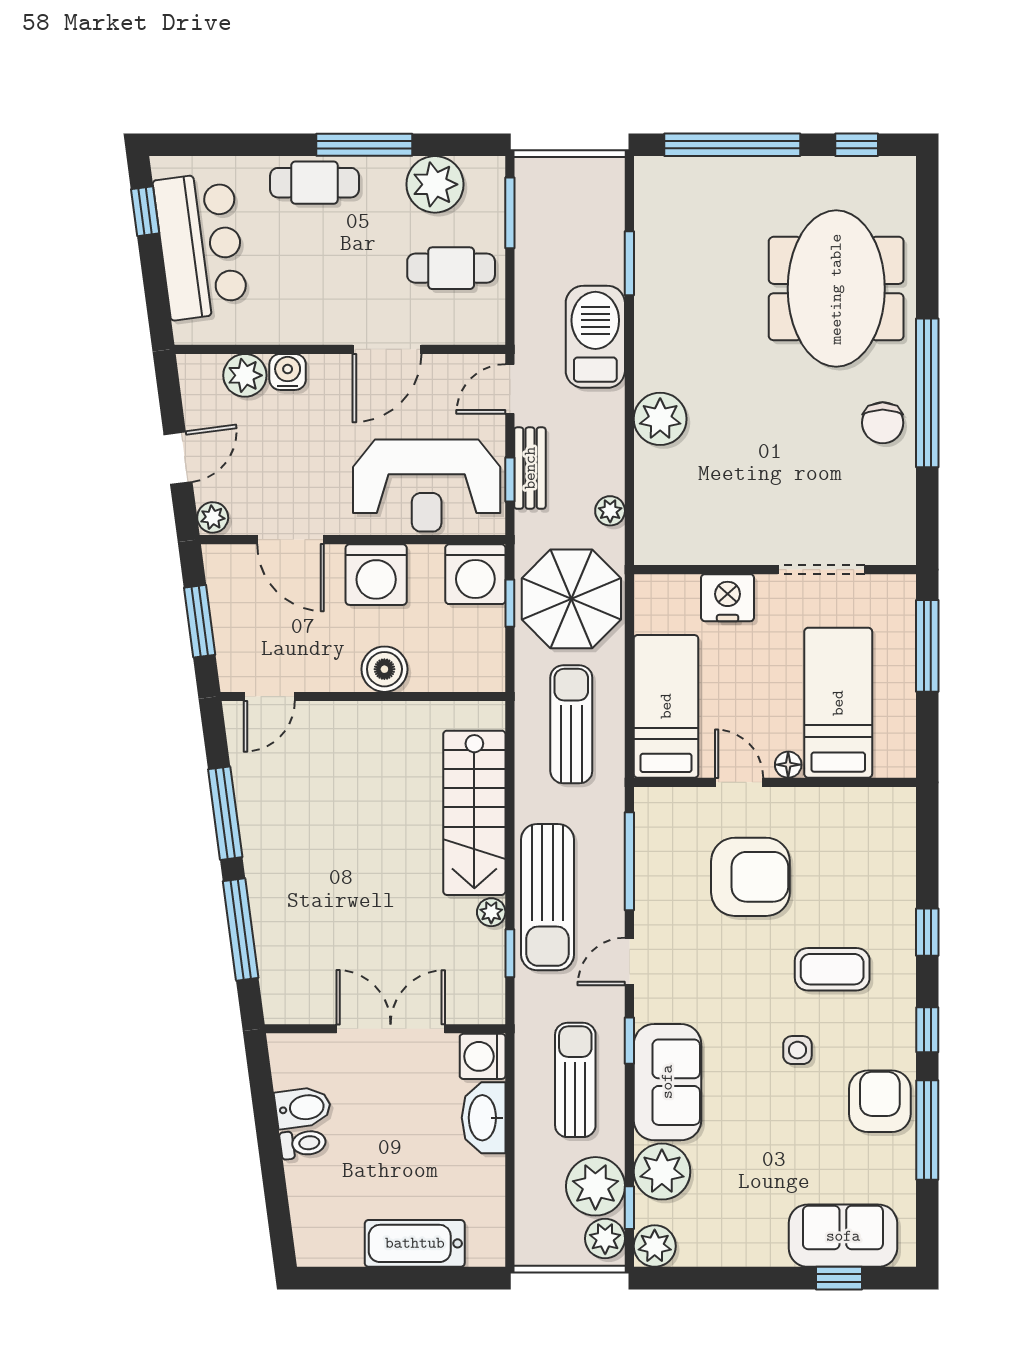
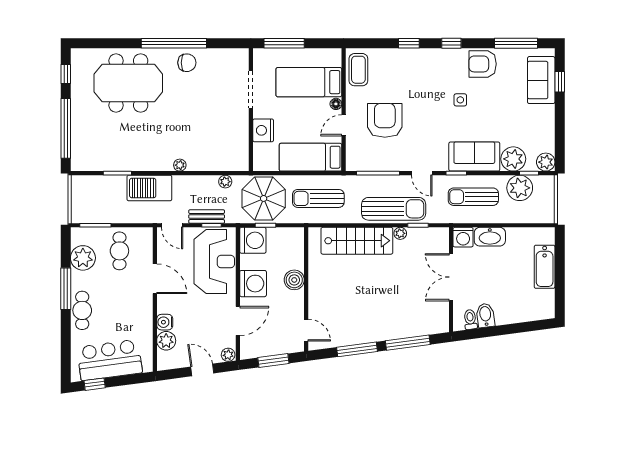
plant: (660, 419) -> (180, 165), width x0.53, depth x0.53
coffee table: (832, 969) -> (358, 70), moved
window: (927, 1130) -> (516, 43), moved
toilet: (303, 1144) -> (470, 319), moved
plant: (605, 1239) -> (542, 184), removed

